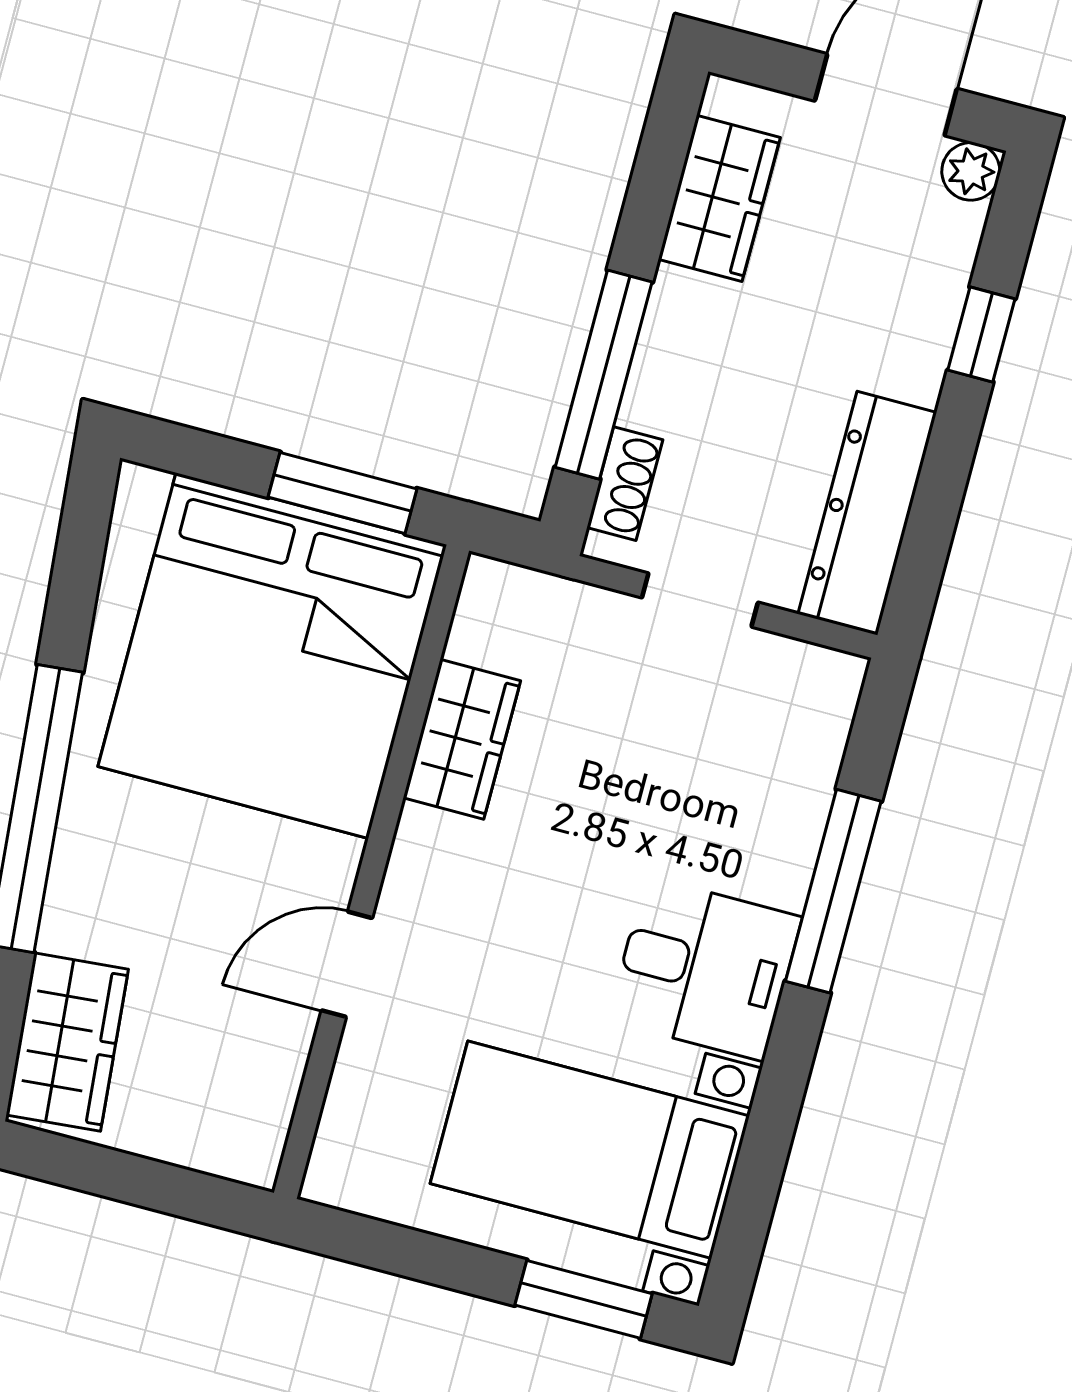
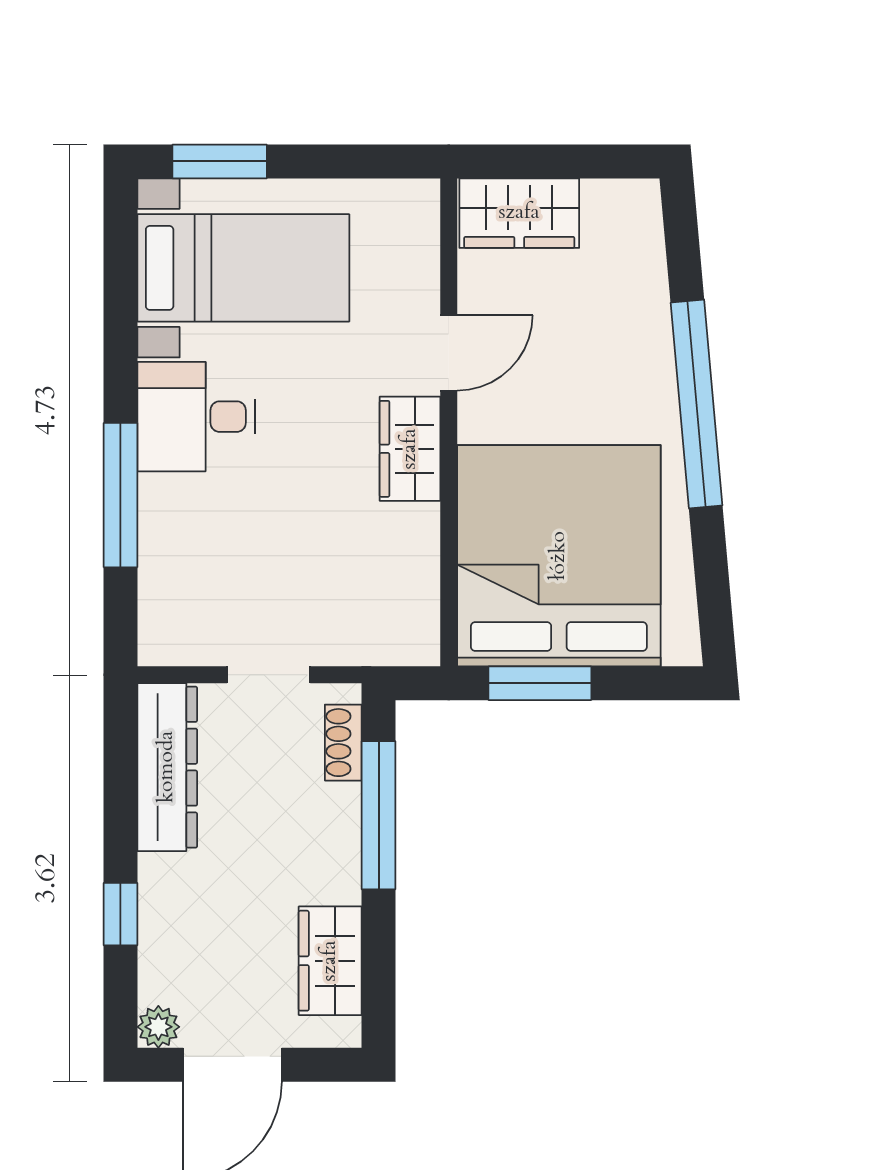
wardrobe: (462, 739) -> (410, 449), moved
wardrobe: (67, 1042) -> (519, 213), moved, turned -85

